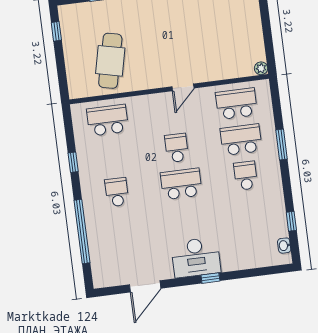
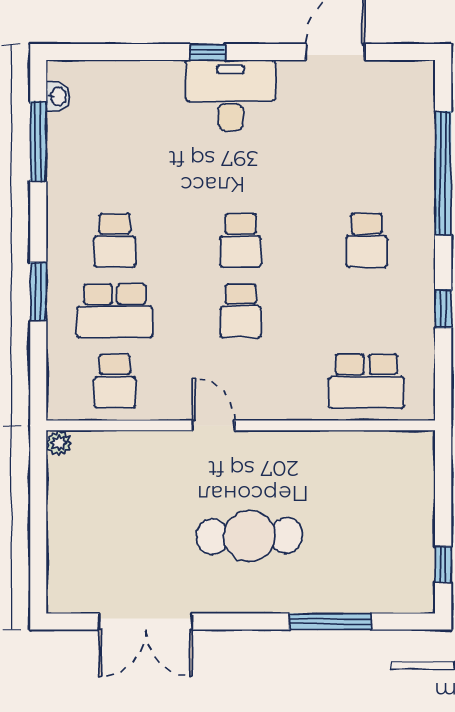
cafe table: (110, 61) -> (249, 536), moved, turned 76
door: (183, 87) -> (214, 425), hinge flipped
school desk: (236, 104) -> (115, 381), width x0.54
school desk: (181, 184) -> (241, 240), width x0.54
window: (291, 221) -> (38, 141), width x2.17

